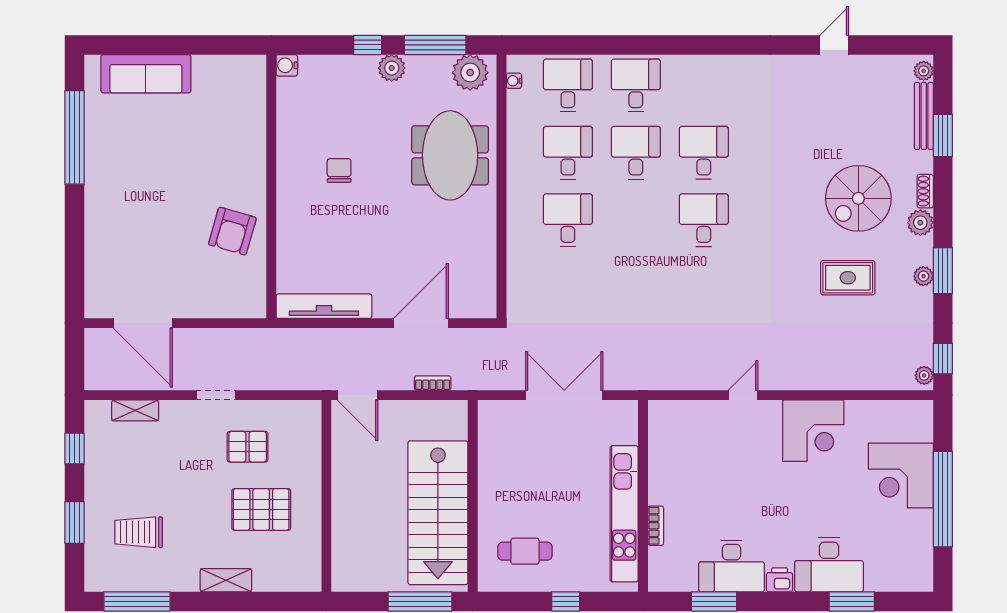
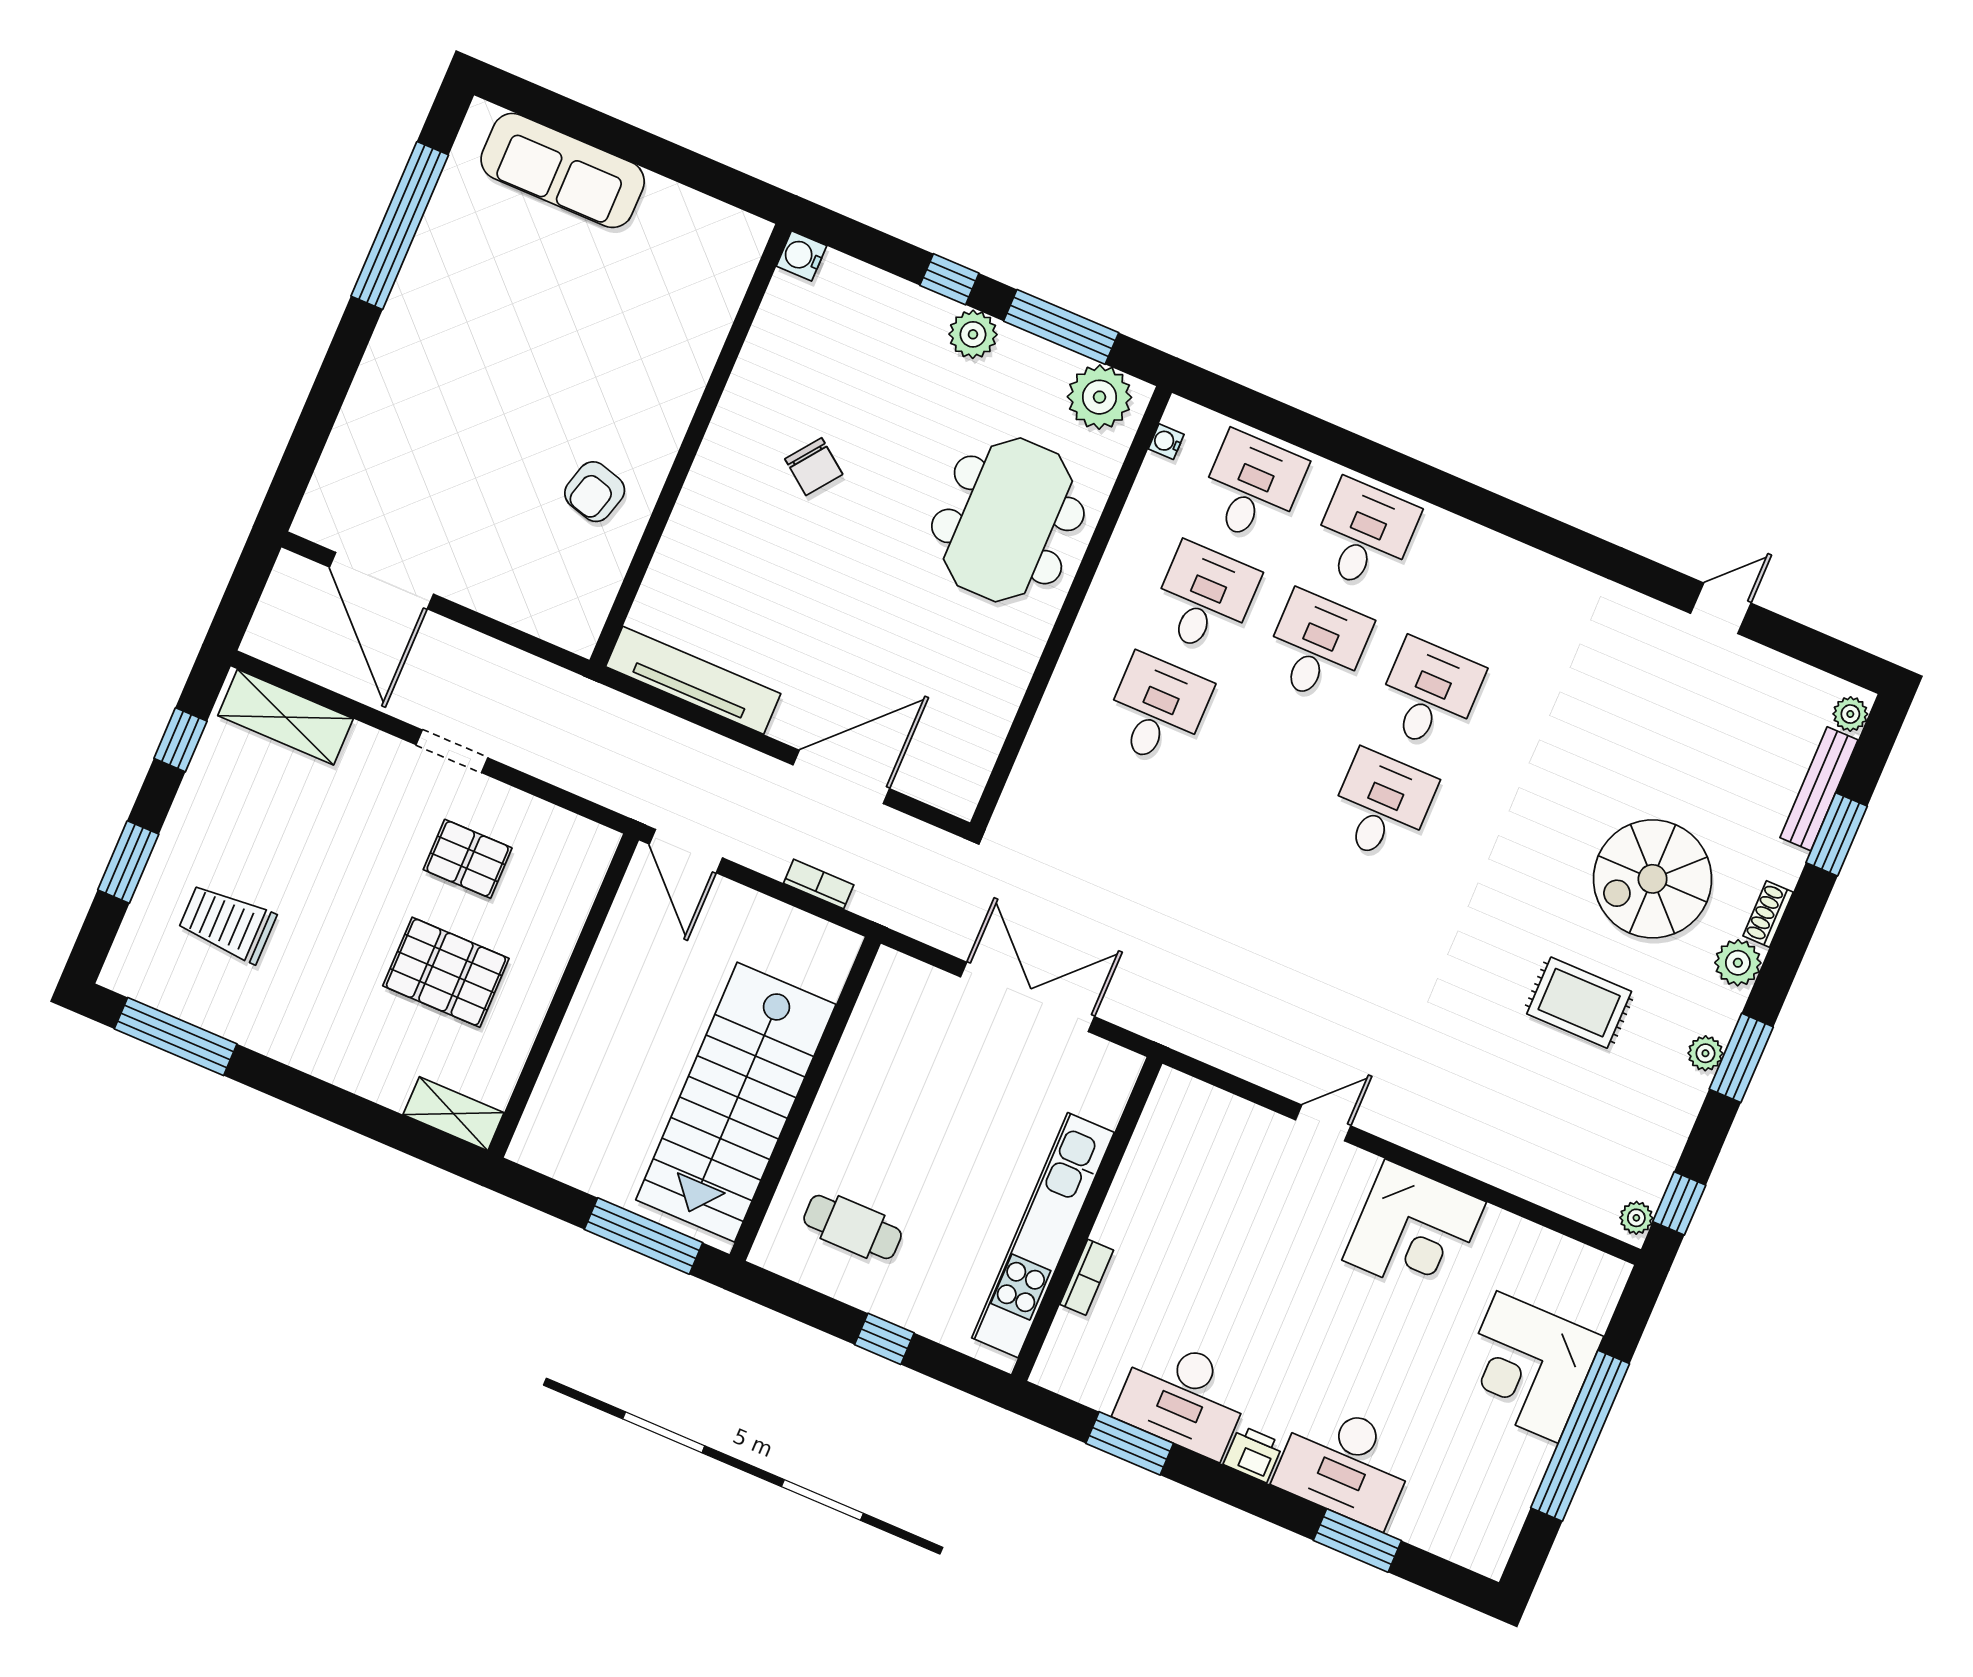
chair: (339, 170) -> (814, 467), turned 127
armchair: (232, 231) -> (595, 492), width x0.72, depth x0.72
shelving: (135, 410) -> (286, 717), width x1.50, depth x1.33
shelving: (226, 580) -> (454, 1114), moved

